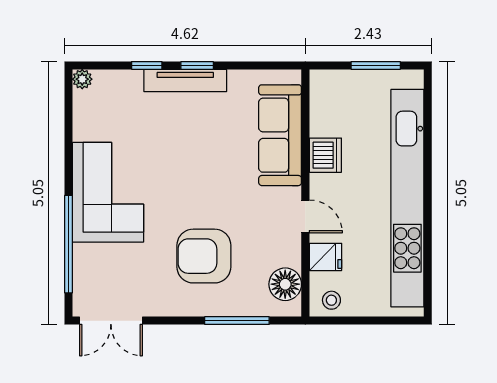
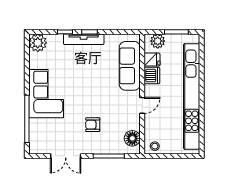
plant: (82, 79) -> (38, 43), width x1.88, depth x1.88
plant: (337, 84) -> (158, 41), added
door: (305, 216) -> (142, 105), hinge flipped
armchair: (204, 256) -> (93, 125), width x0.53, depth x0.53
fridge: (326, 257) -> (152, 60), moved
double door: (111, 321) -> (66, 156), moved

